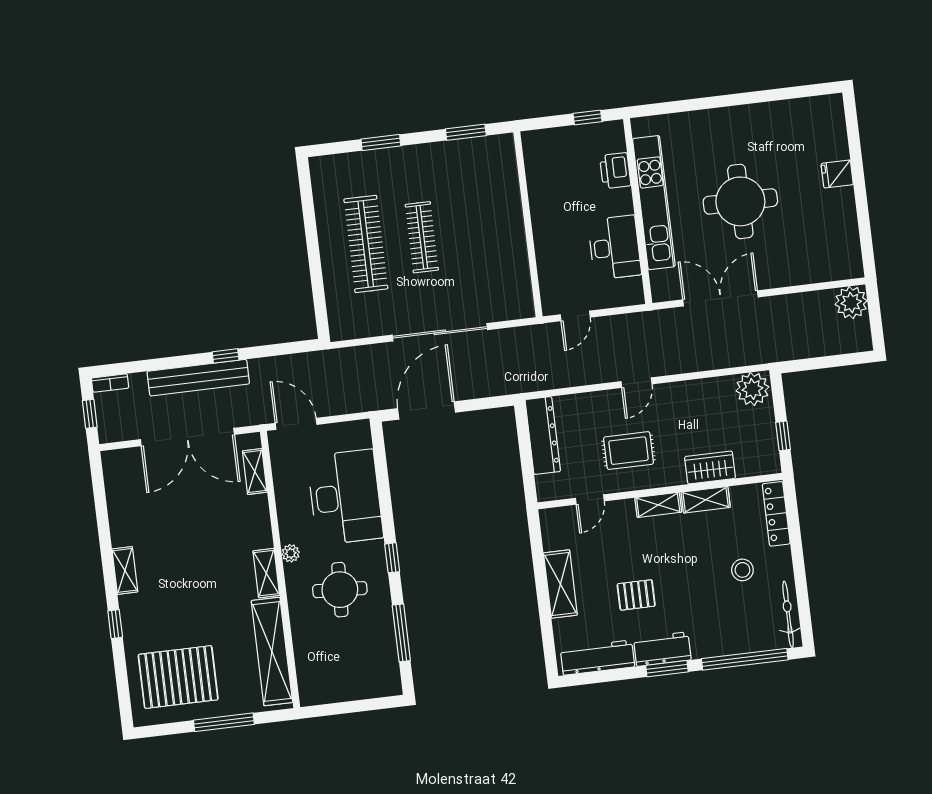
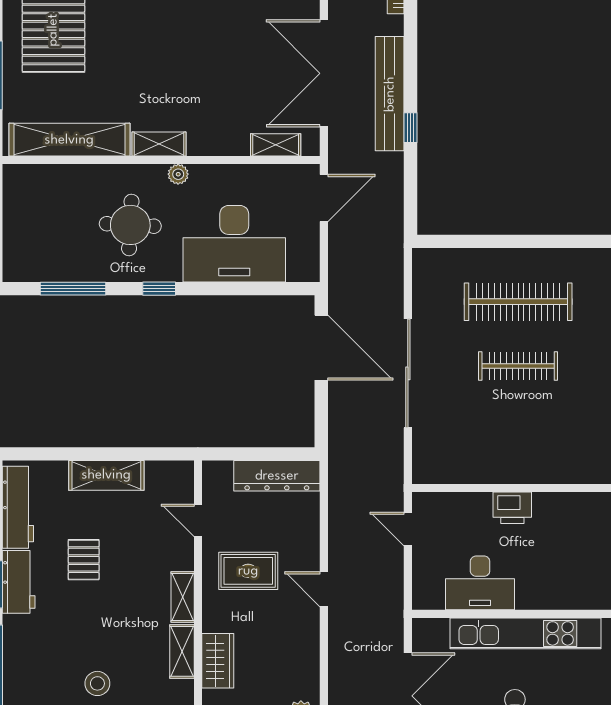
printer: (615, 171) -> (512, 508), moved, turned 180
rug: (629, 451) -> (248, 571), turned 90

